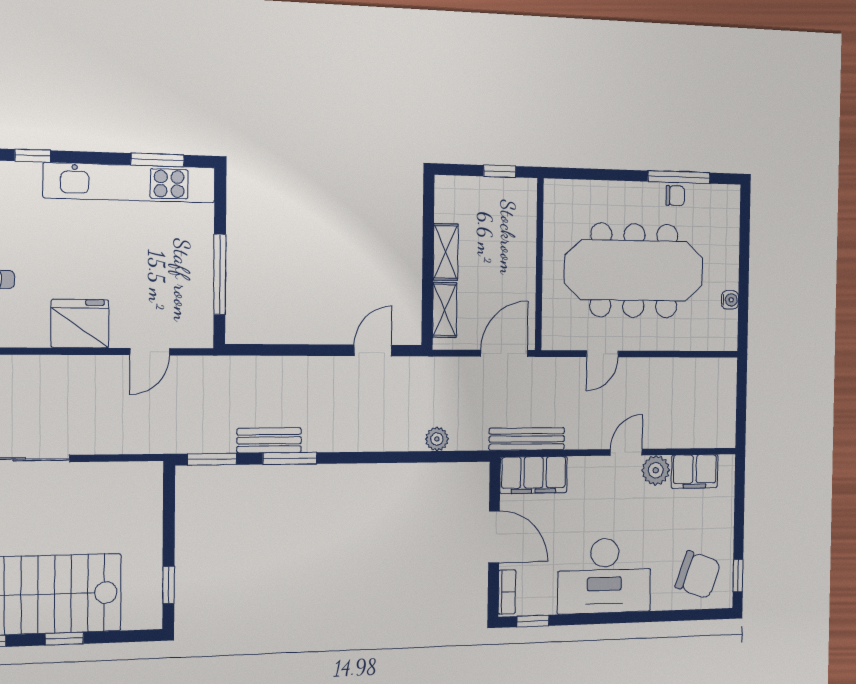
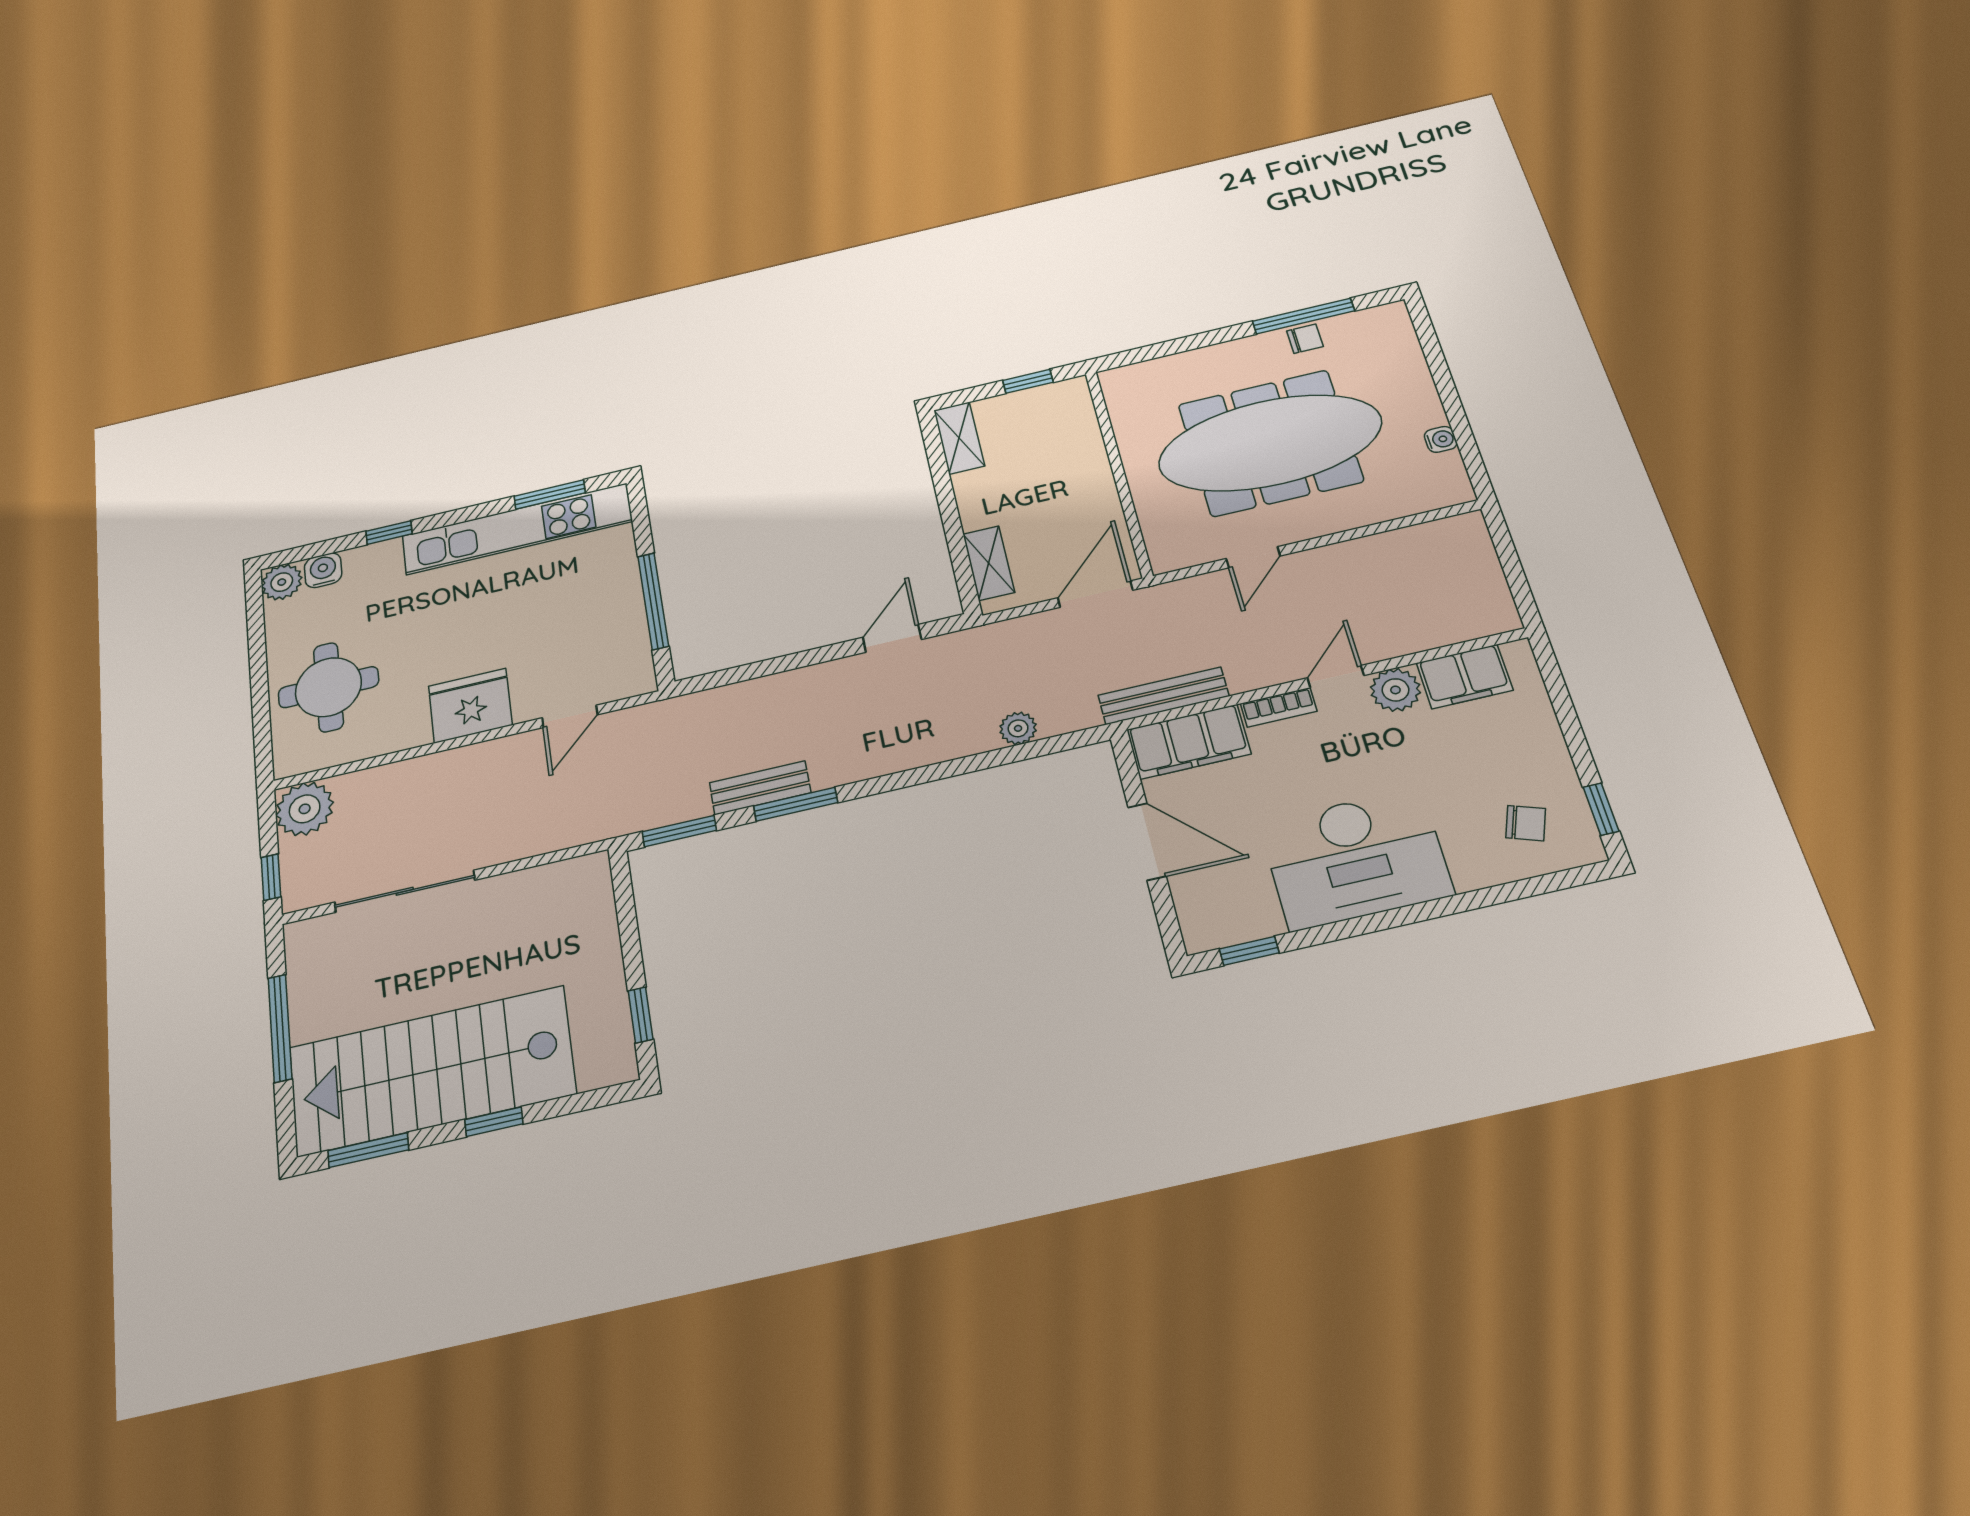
shelving: (446, 252) -> (959, 438), moved
chair: (698, 575) -> (1526, 823), width x0.54, depth x0.54
bookcase: (507, 592) -> (1279, 707), moved, turned 90

